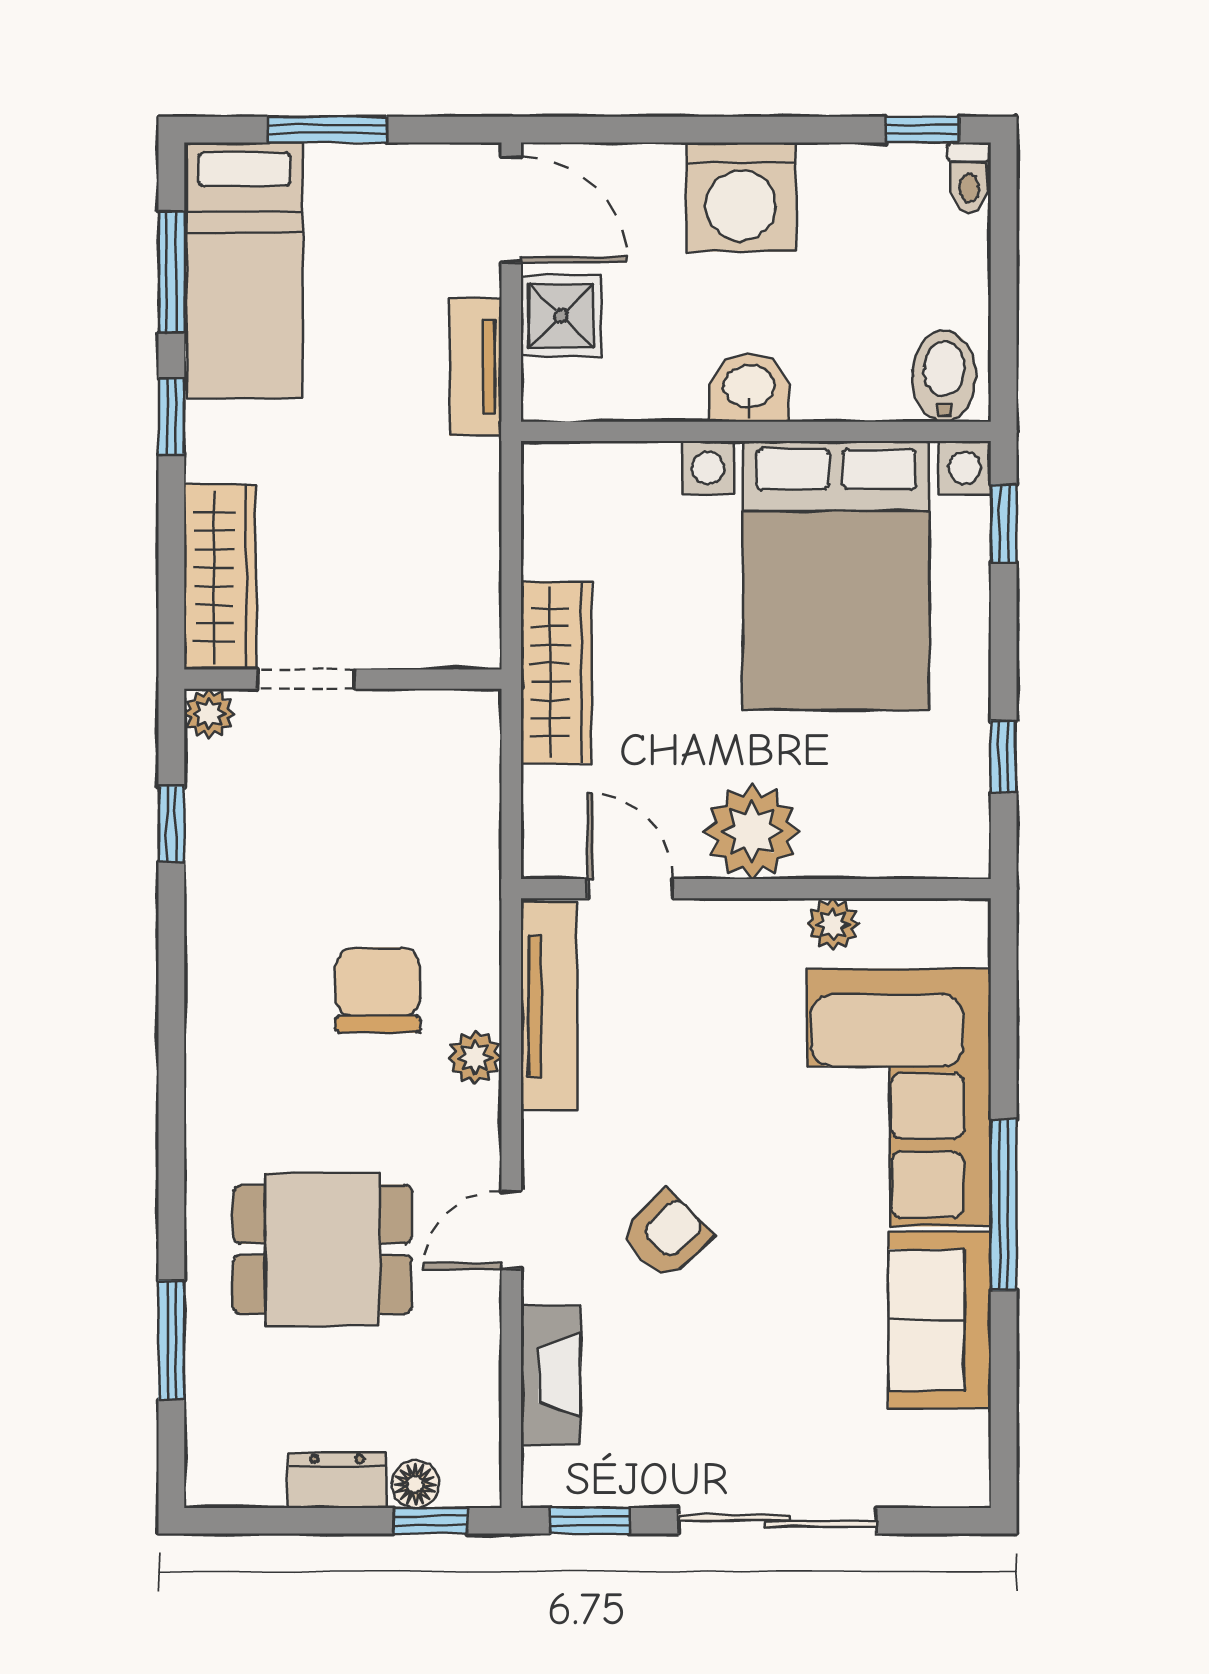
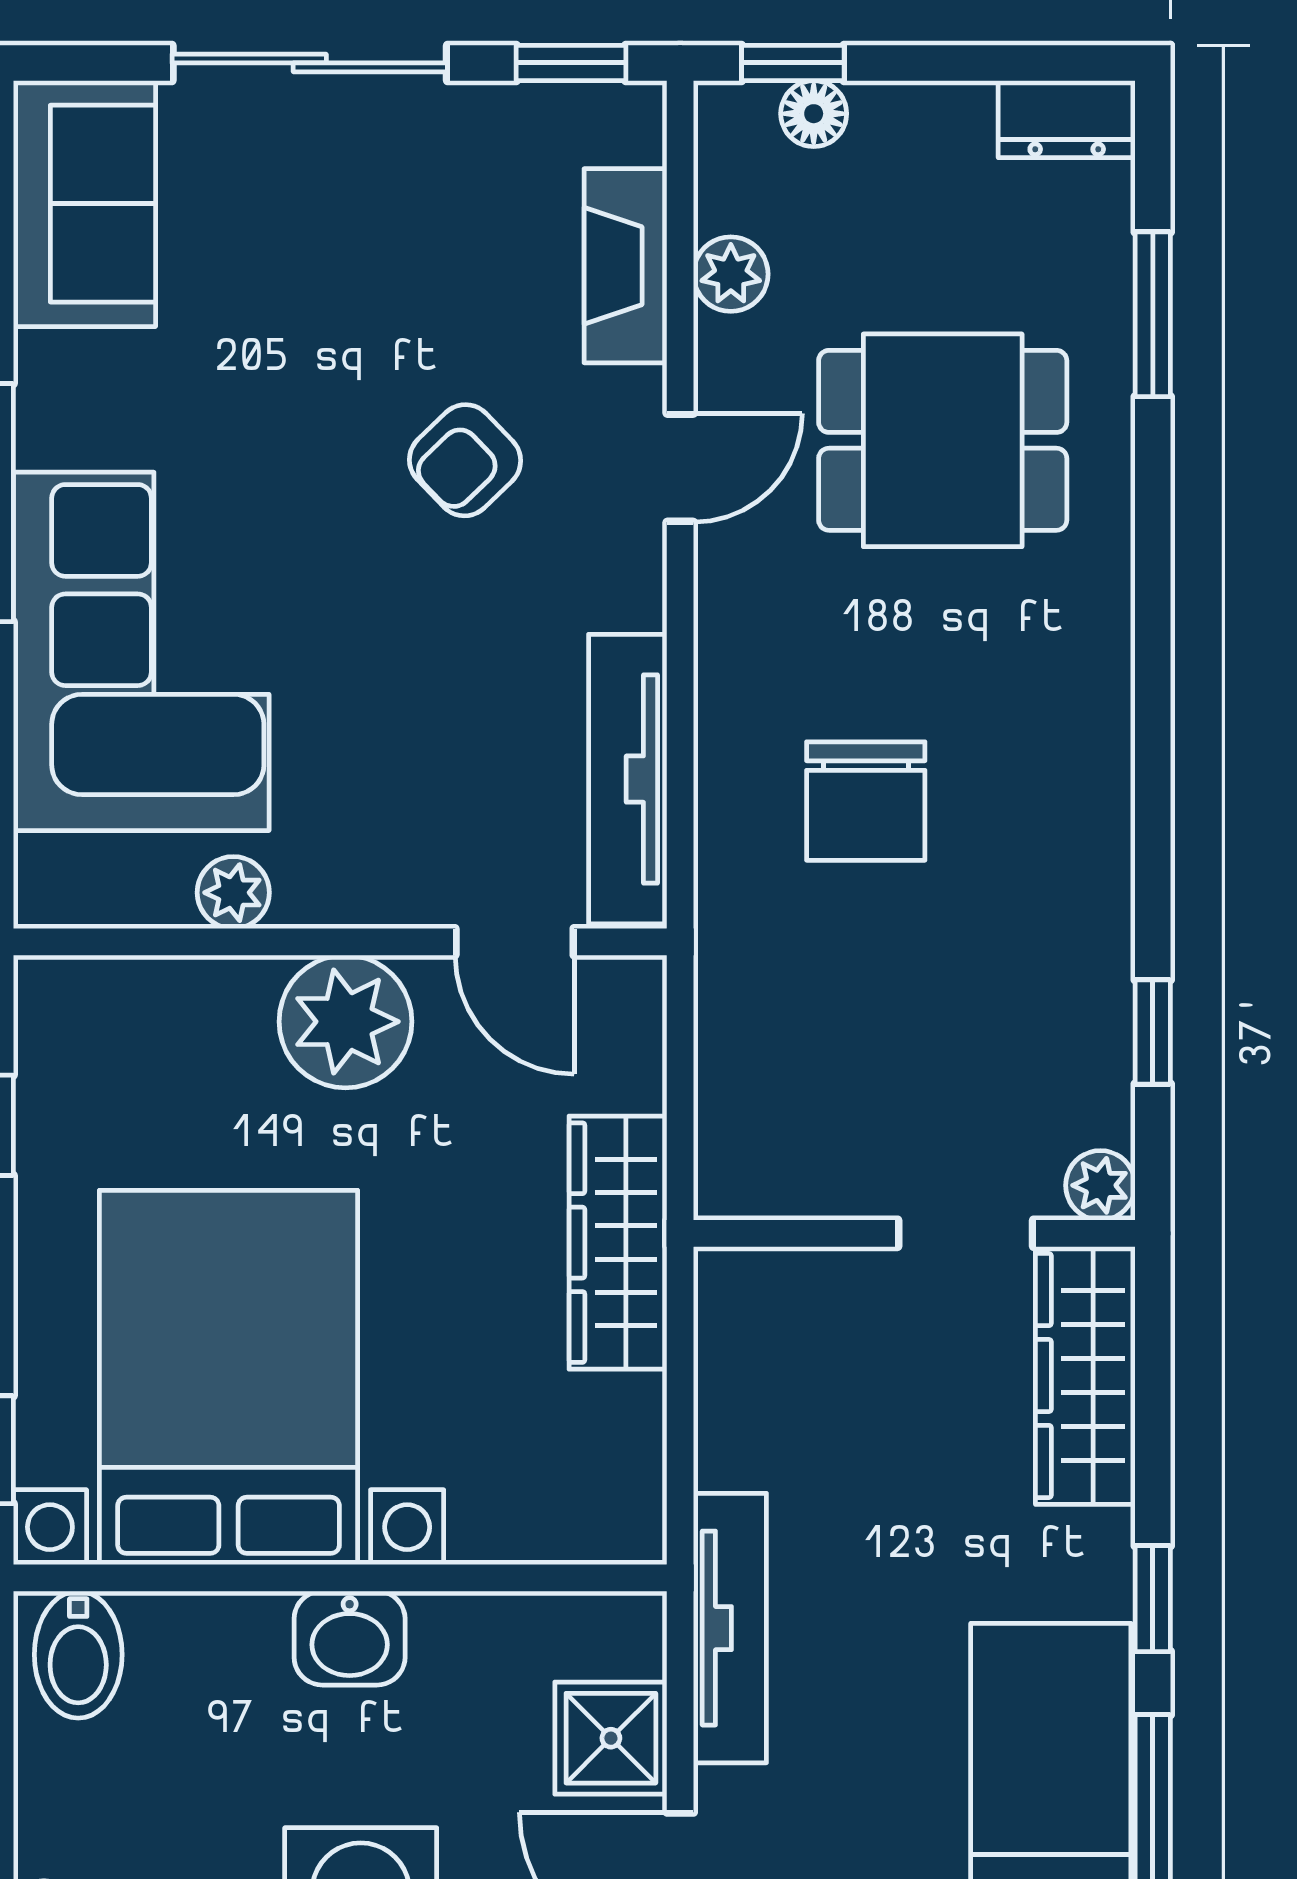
tv unit: (475, 367) -> (730, 1628), width x1.41
plant: (475, 1057) -> (731, 274), moved
sofa: (940, 1320) -> (84, 204), moved
dresser: (337, 1480) -> (1067, 119), moved

